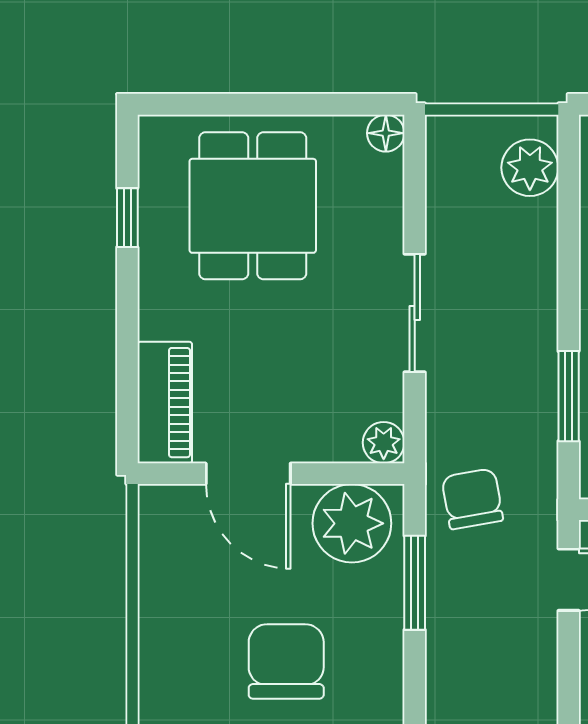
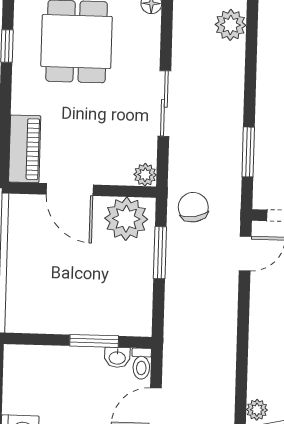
chair: (286, 661) -> (88, 294), removed

